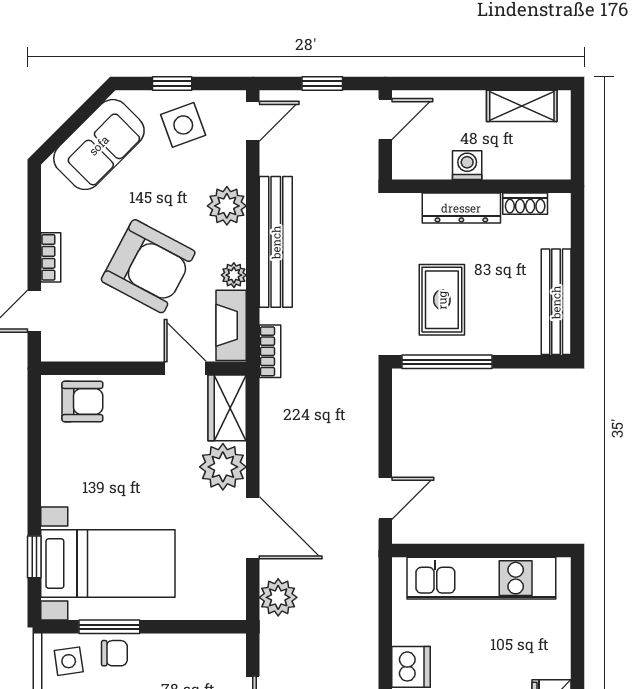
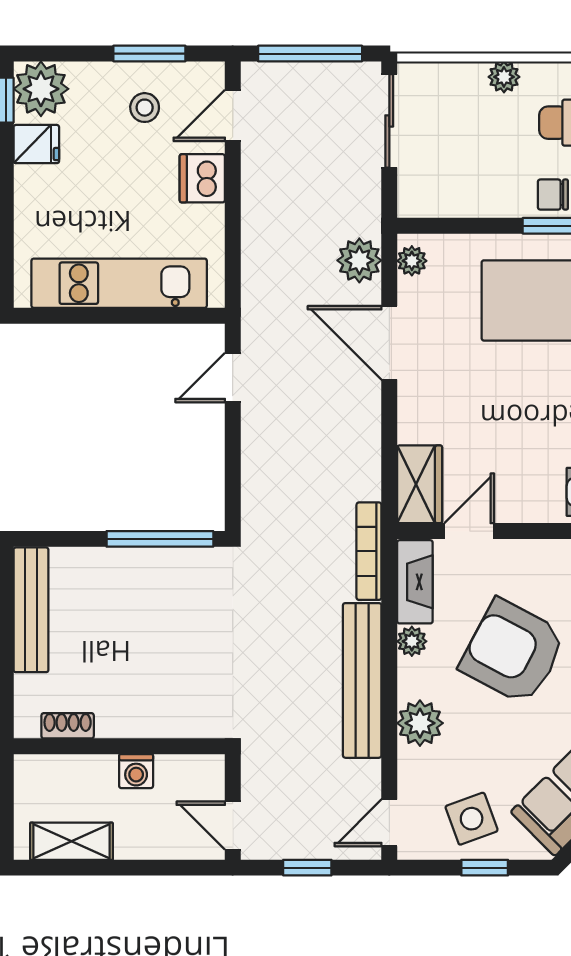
door: (385, 119) -> (233, 826), hinge flipped
dresser: (461, 208) -> (143, 720), removed
rug: (442, 300) -> (166, 612), removed
bookcase: (270, 351) -> (369, 551), width x1.56
door: (185, 368) -> (469, 531), swing flipped
plant: (223, 467) -> (412, 261), moved, width x0.53, depth x0.53

